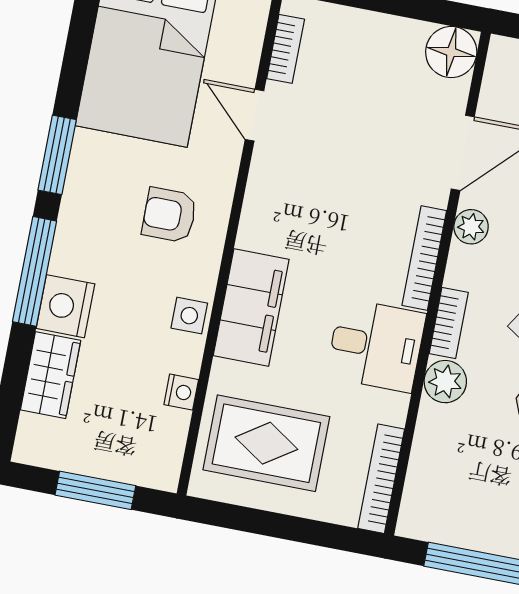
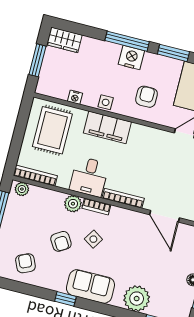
plant: (471, 227) -> (22, 189), moved
nightstand: (65, 306) -> (131, 58), moved
wardrobe: (51, 375) -> (64, 40), moved

